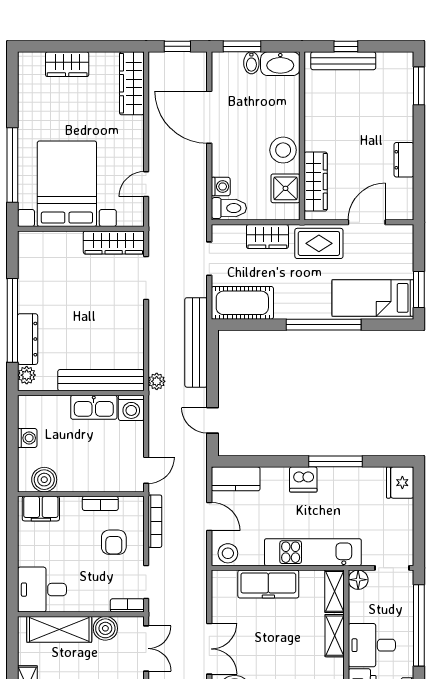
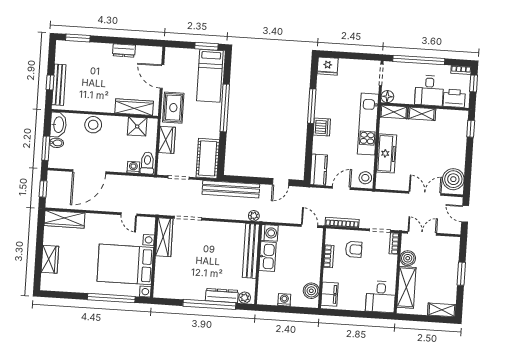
stool: (283, 150) -> (93, 125), moved

